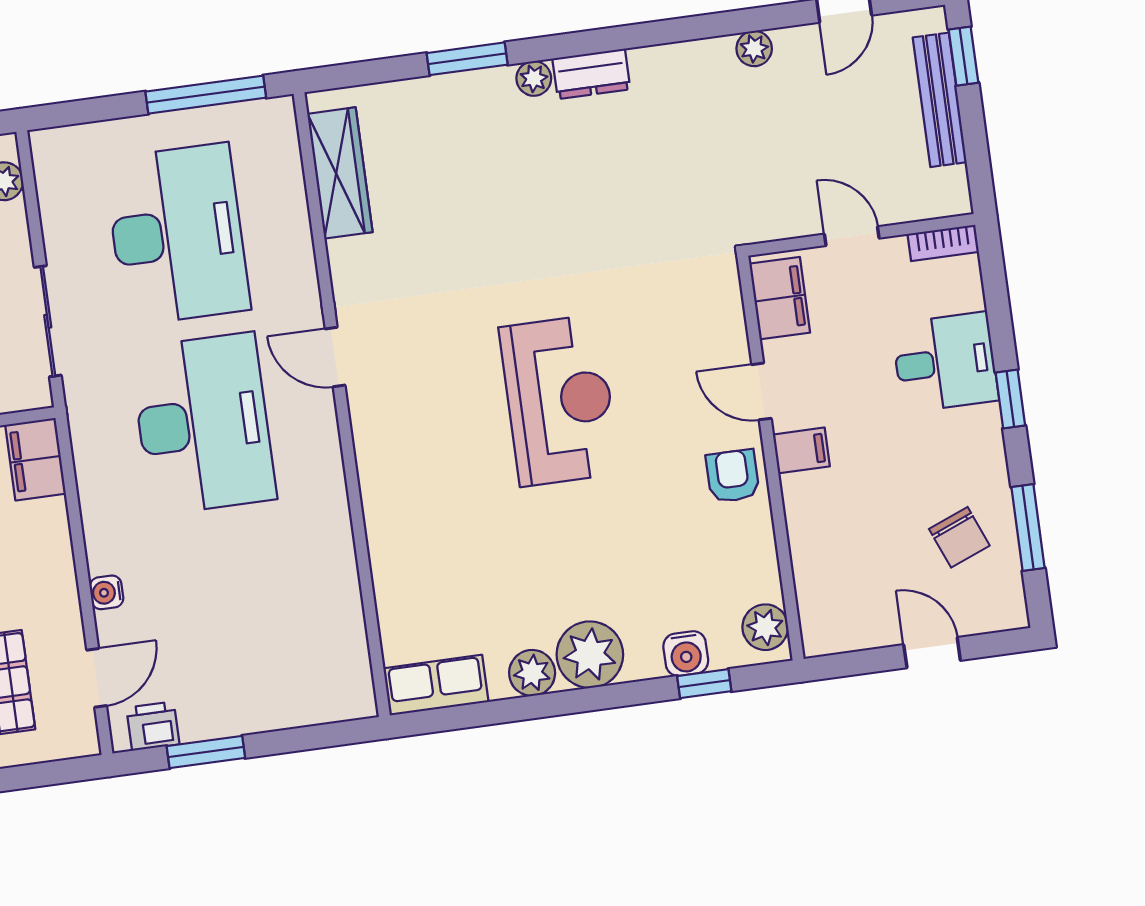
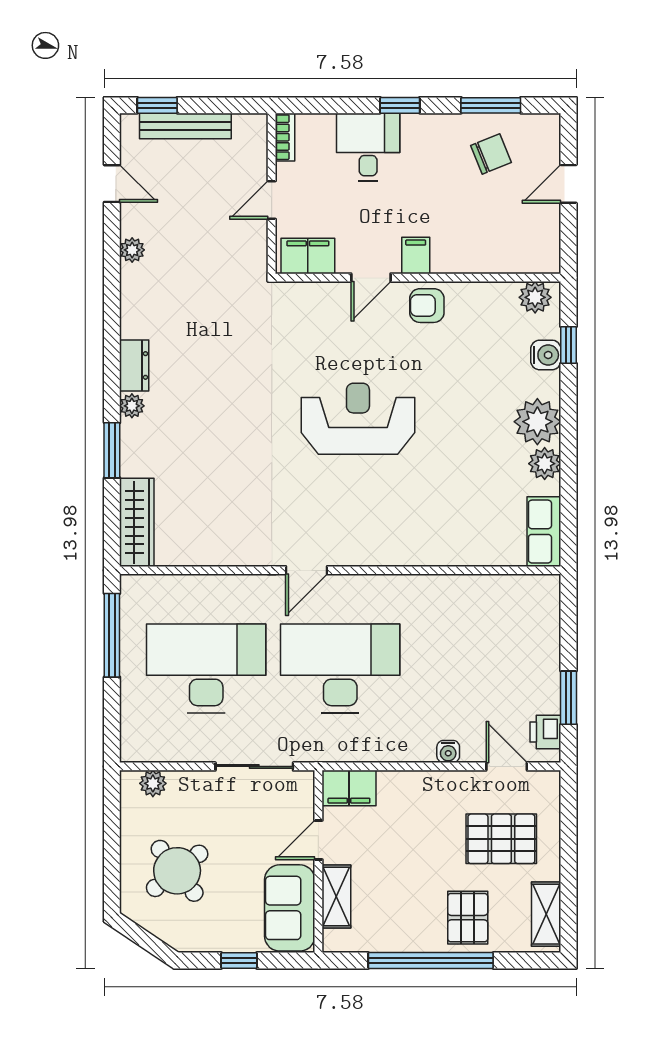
wardrobe: (340, 173) -> (137, 522), moved, turned 90

